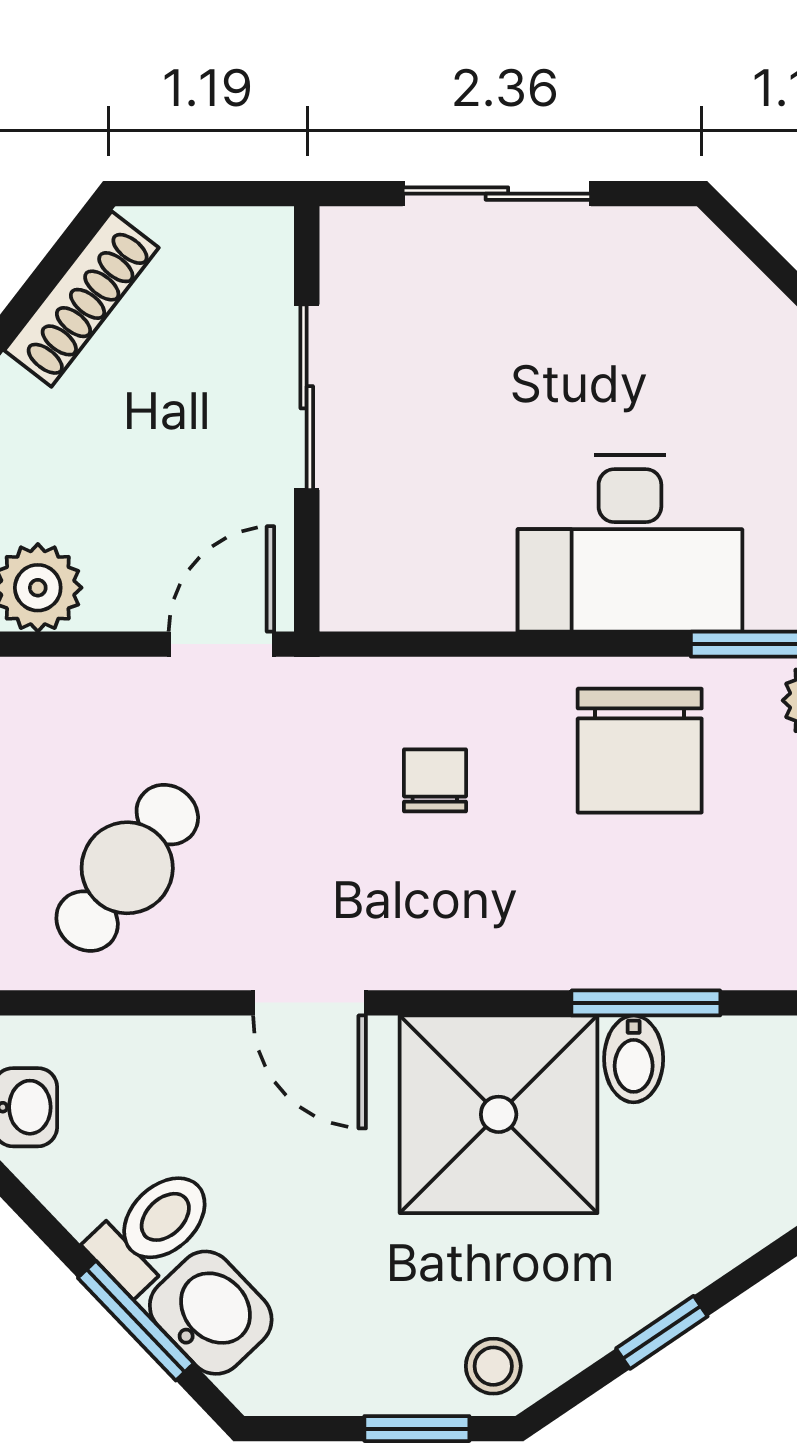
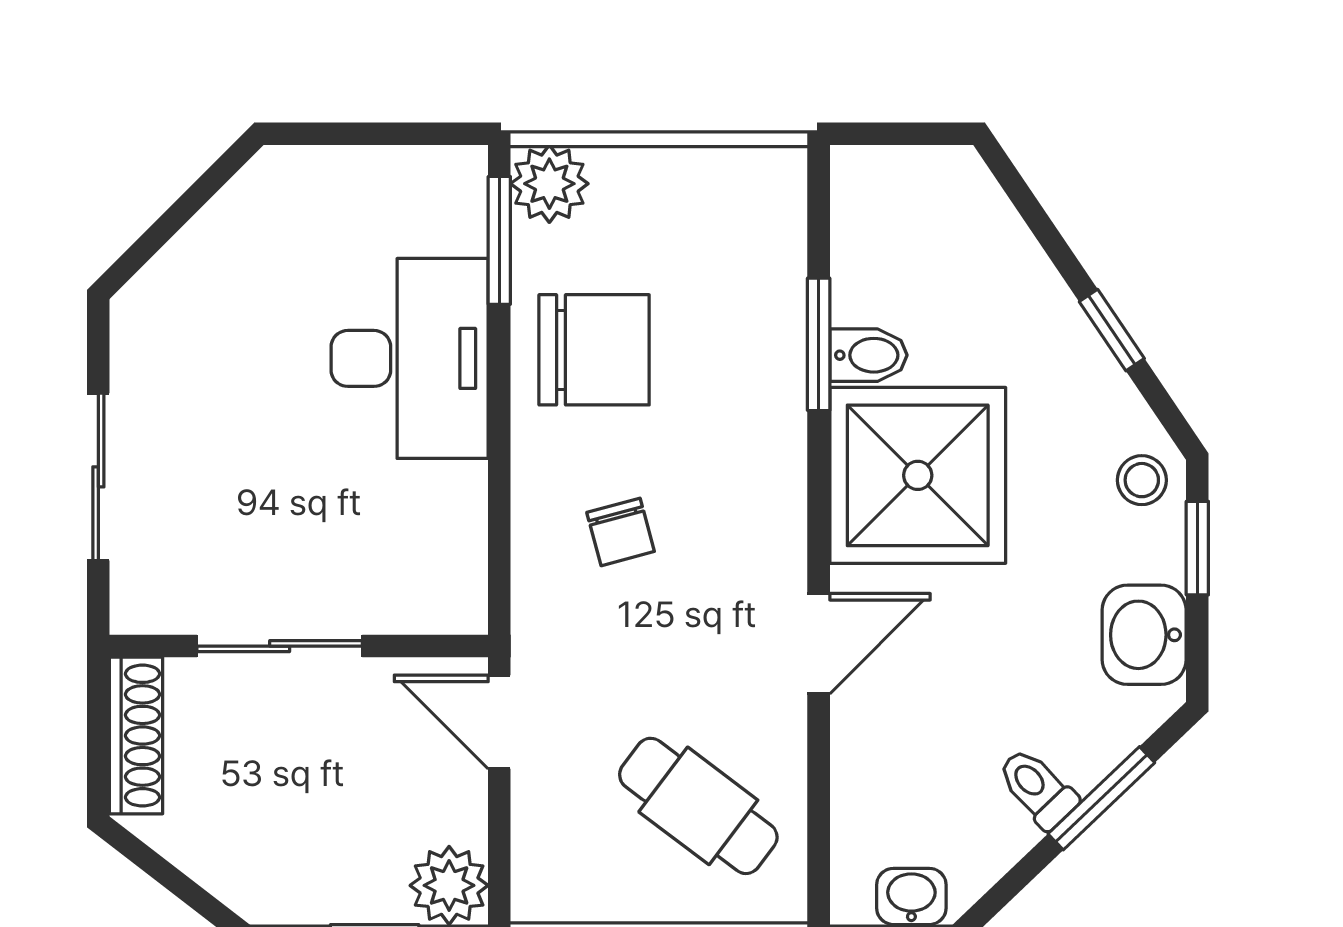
shoe rack: (81, 299) -> (136, 736), moved, turned 52
chair: (435, 780) -> (621, 532), turned -105
toilet: (153, 1229) -> (1037, 788), width x0.73, depth x0.72
washbasin: (211, 1313) -> (1144, 635), moved, turned -46

